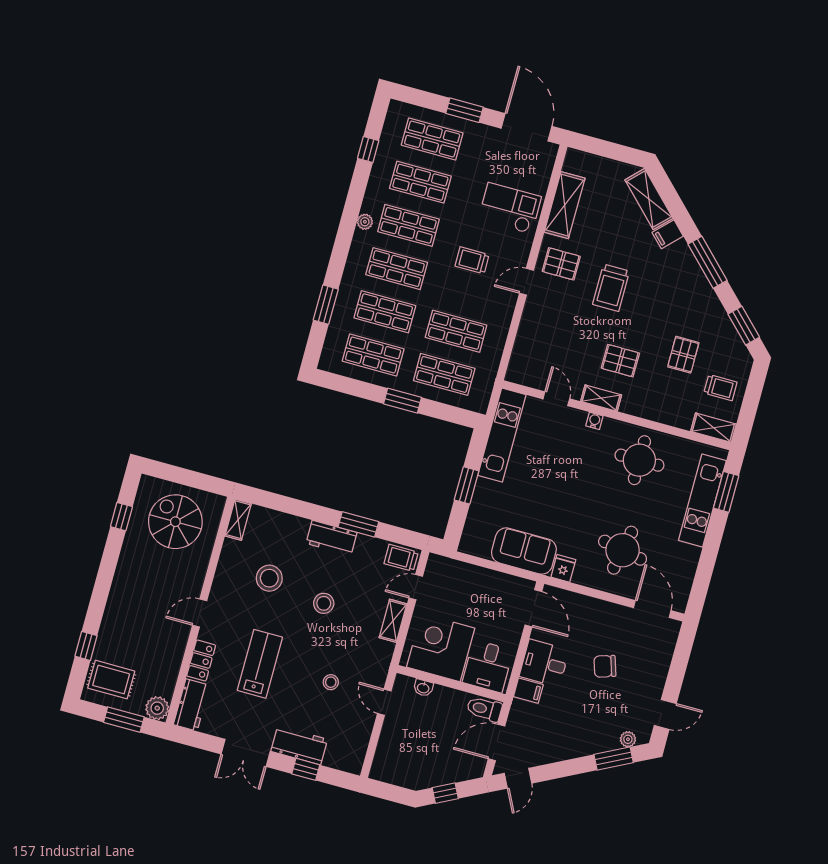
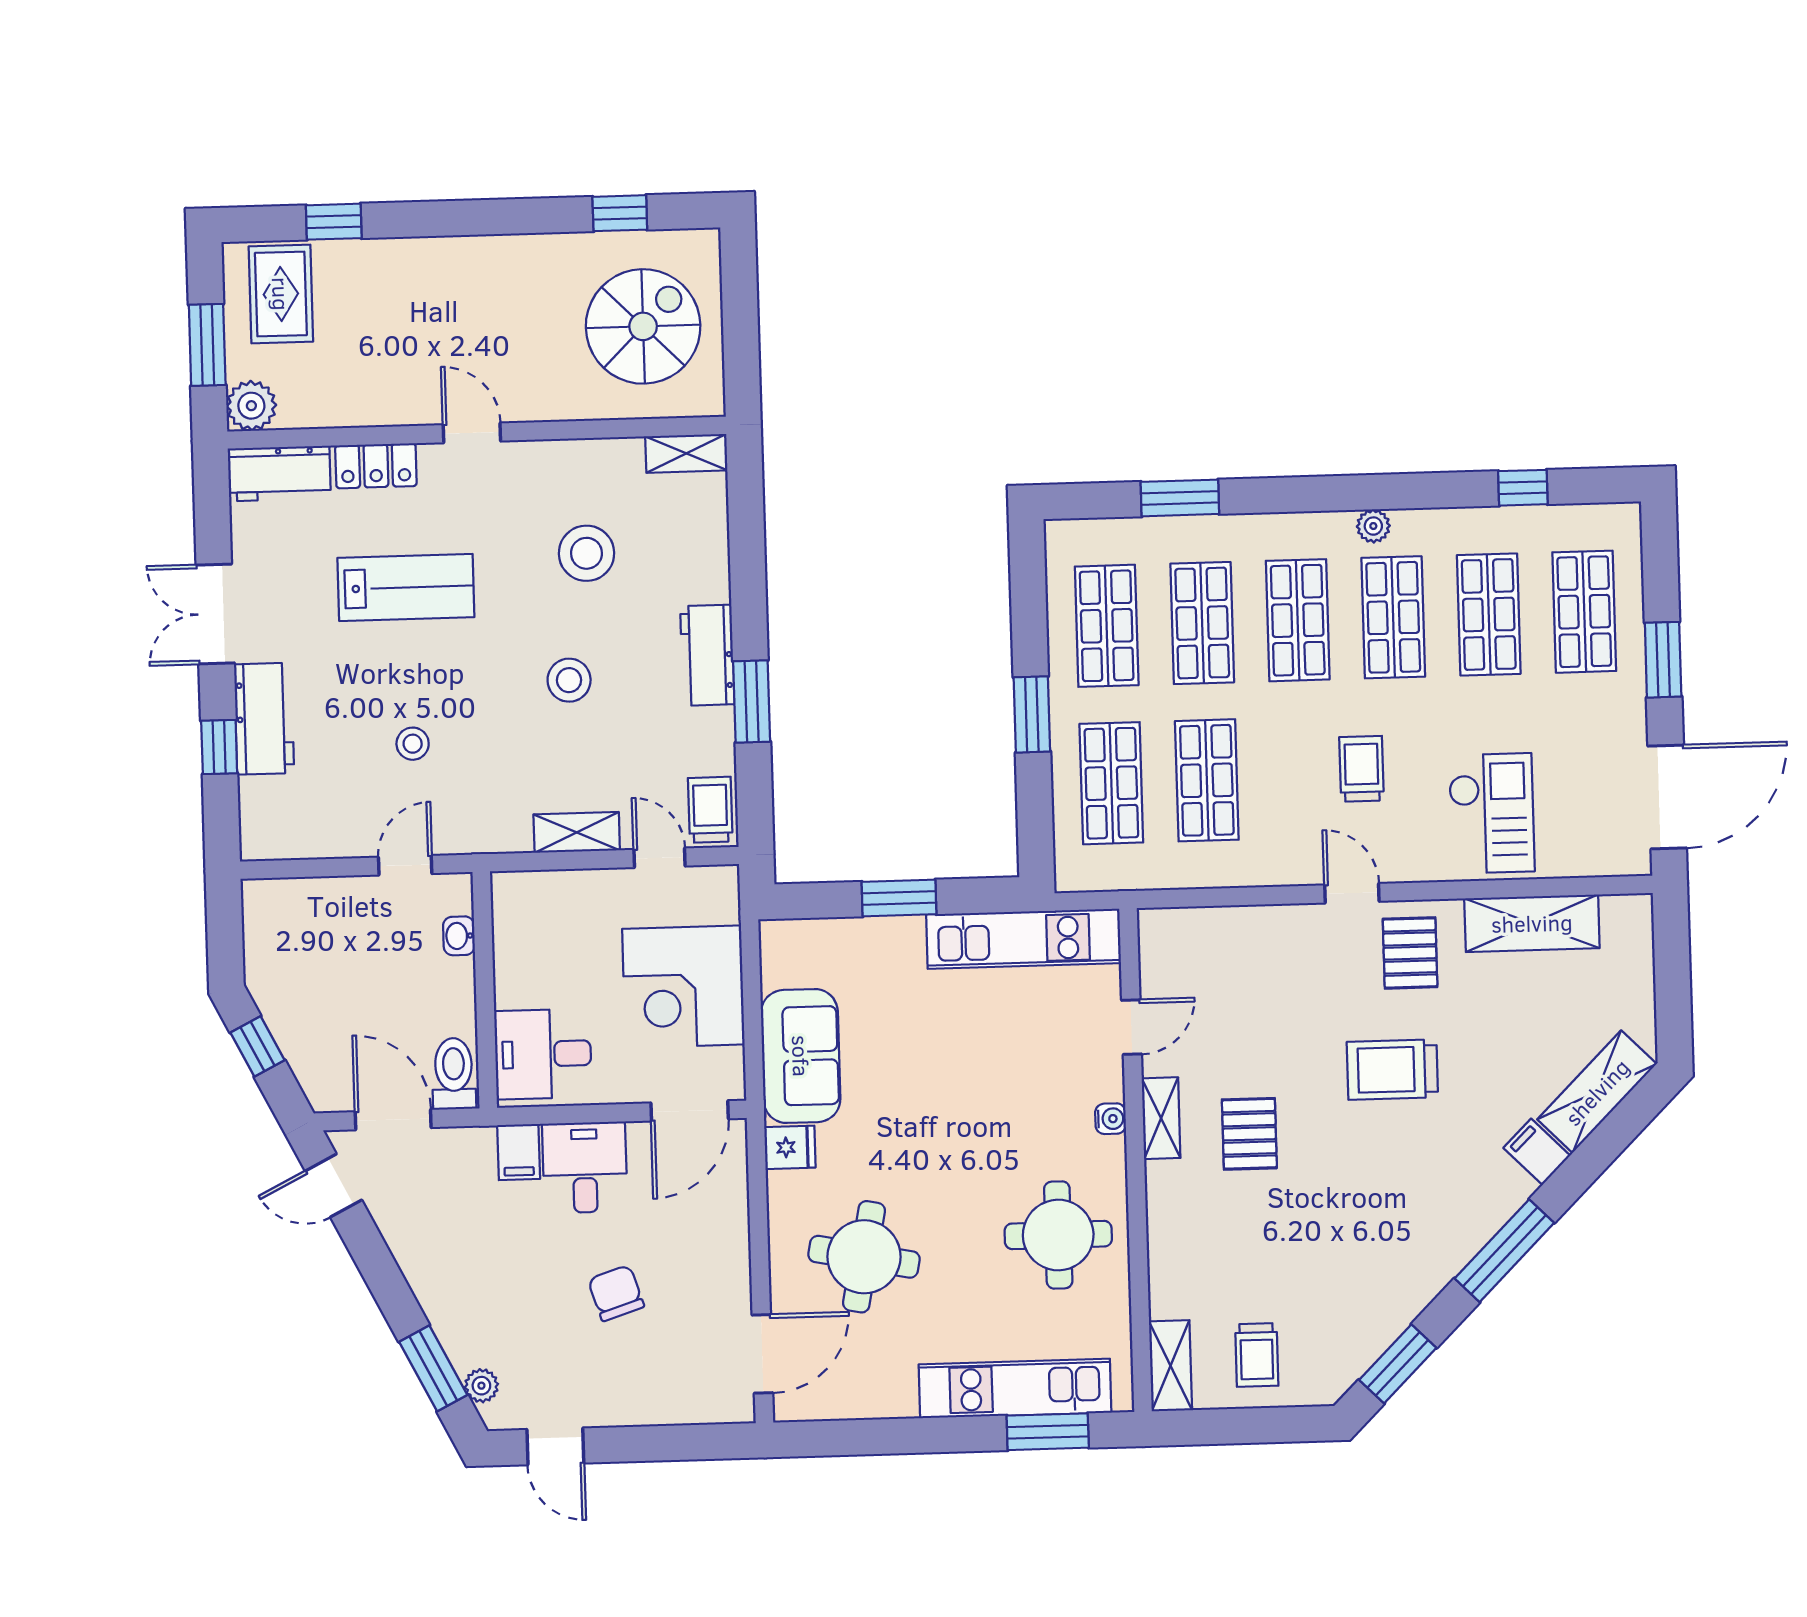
pallet: (683, 355) -> (1301, 1259), removed
corner desk: (441, 648) -> (683, 987), moved, turned 180

